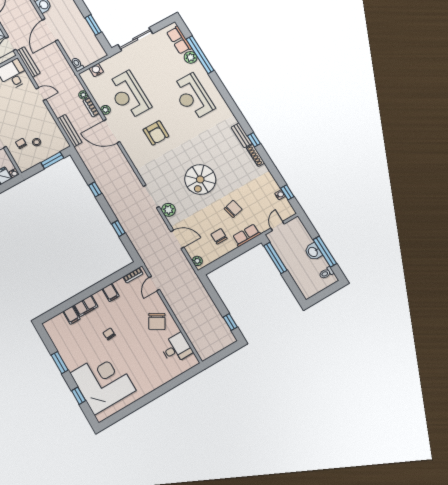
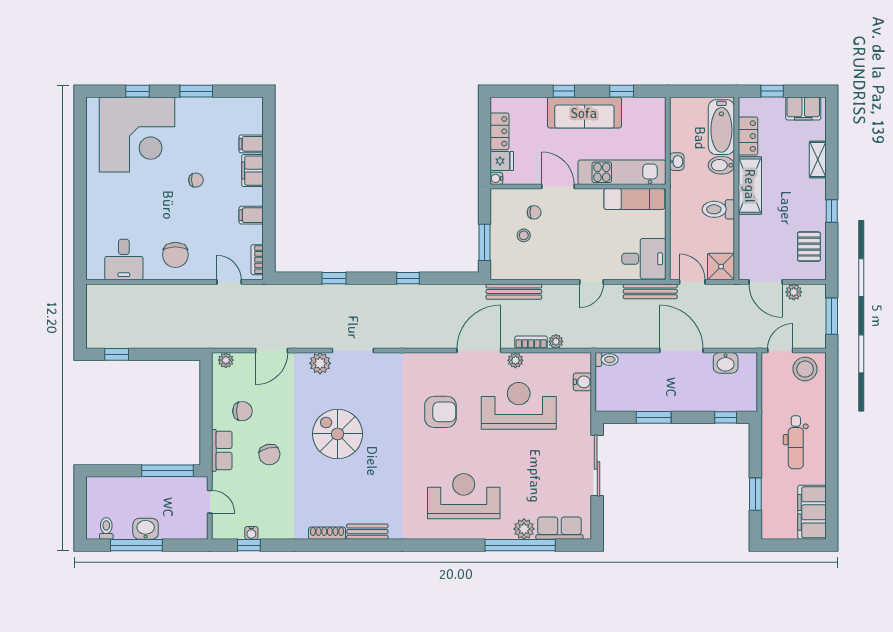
armchair: (156, 133) -> (440, 412), turned 180
window: (254, 140) -> (351, 545), removed
chair: (157, 321) -> (175, 255), turned -121

